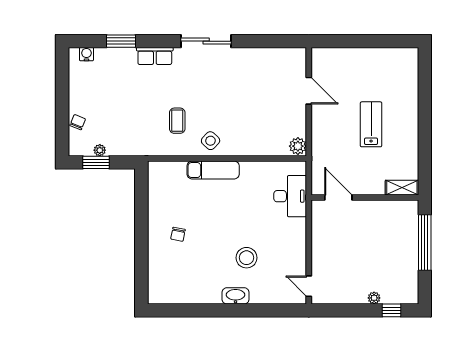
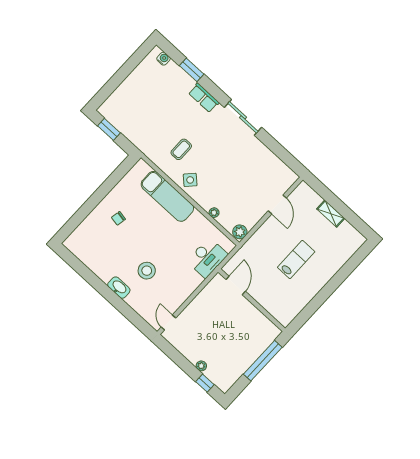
chair: (78, 122) -> (120, 95), removed
plant: (100, 150) -> (214, 213), moved
exam couch: (213, 170) -> (167, 196), width x1.36, depth x1.45
shelving: (402, 188) -> (331, 214), moved

